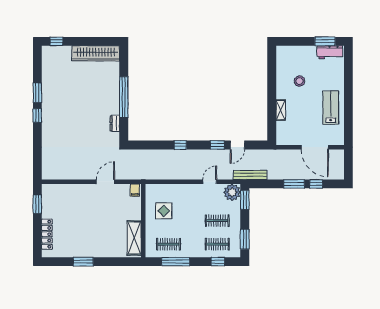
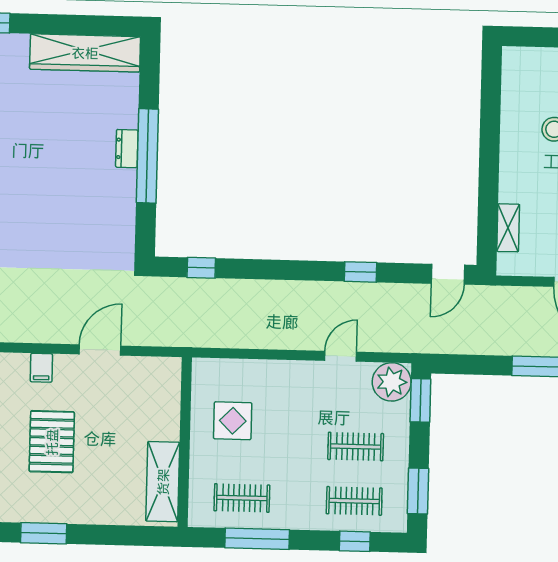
shelving: (281, 110) -> (508, 228), moved
dresser: (115, 123) -> (127, 149), moved
window: (180, 145) -> (201, 268), moved
door: (237, 145) -> (448, 274), moved
bench: (250, 175) -> (434, 343), removed
filing cabinet: (135, 190) -> (41, 368), moved
pallet: (86, 222) -> (52, 442), added

